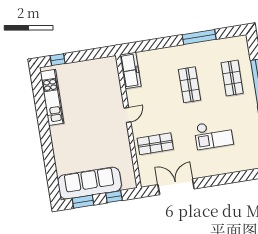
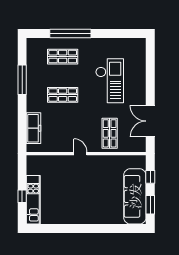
window: (58, 60) -> (22, 196), moved
freezer: (130, 70) -> (34, 128), moved, turned 90
kitchen unit: (52, 97) -> (33, 200), moved, turned 90
checkout: (214, 135) -> (110, 81), width x1.36, depth x1.21

